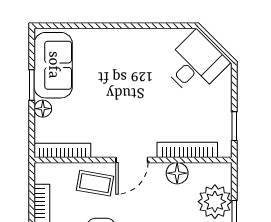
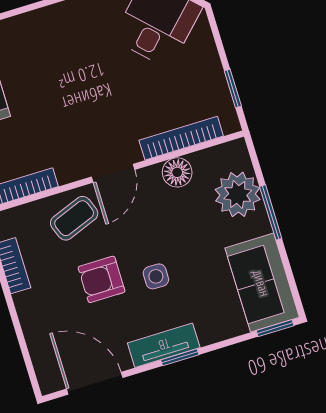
coffee table: (95, 183) -> (74, 218), turned -31

